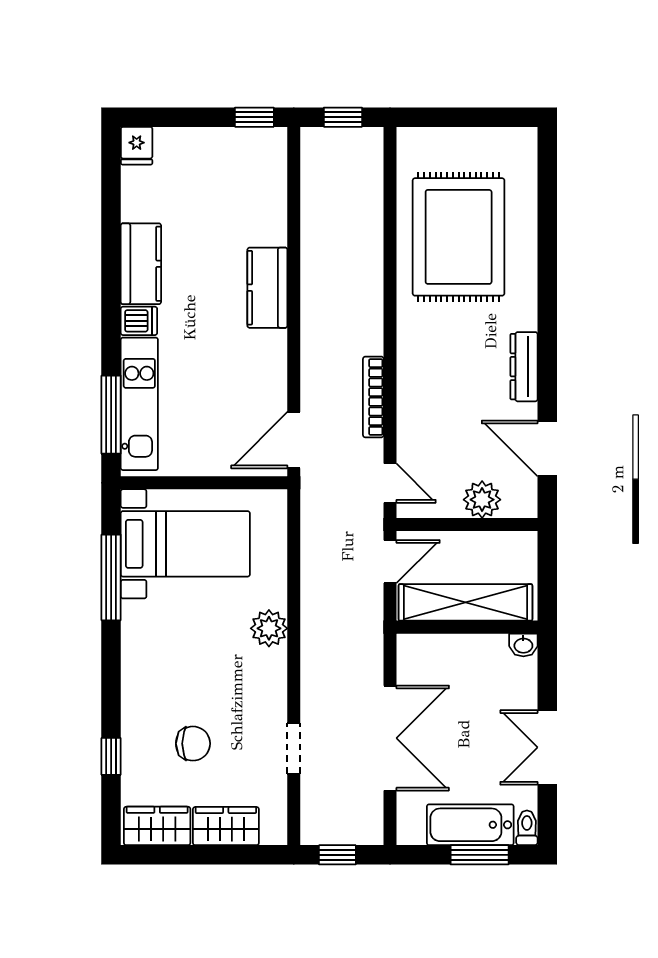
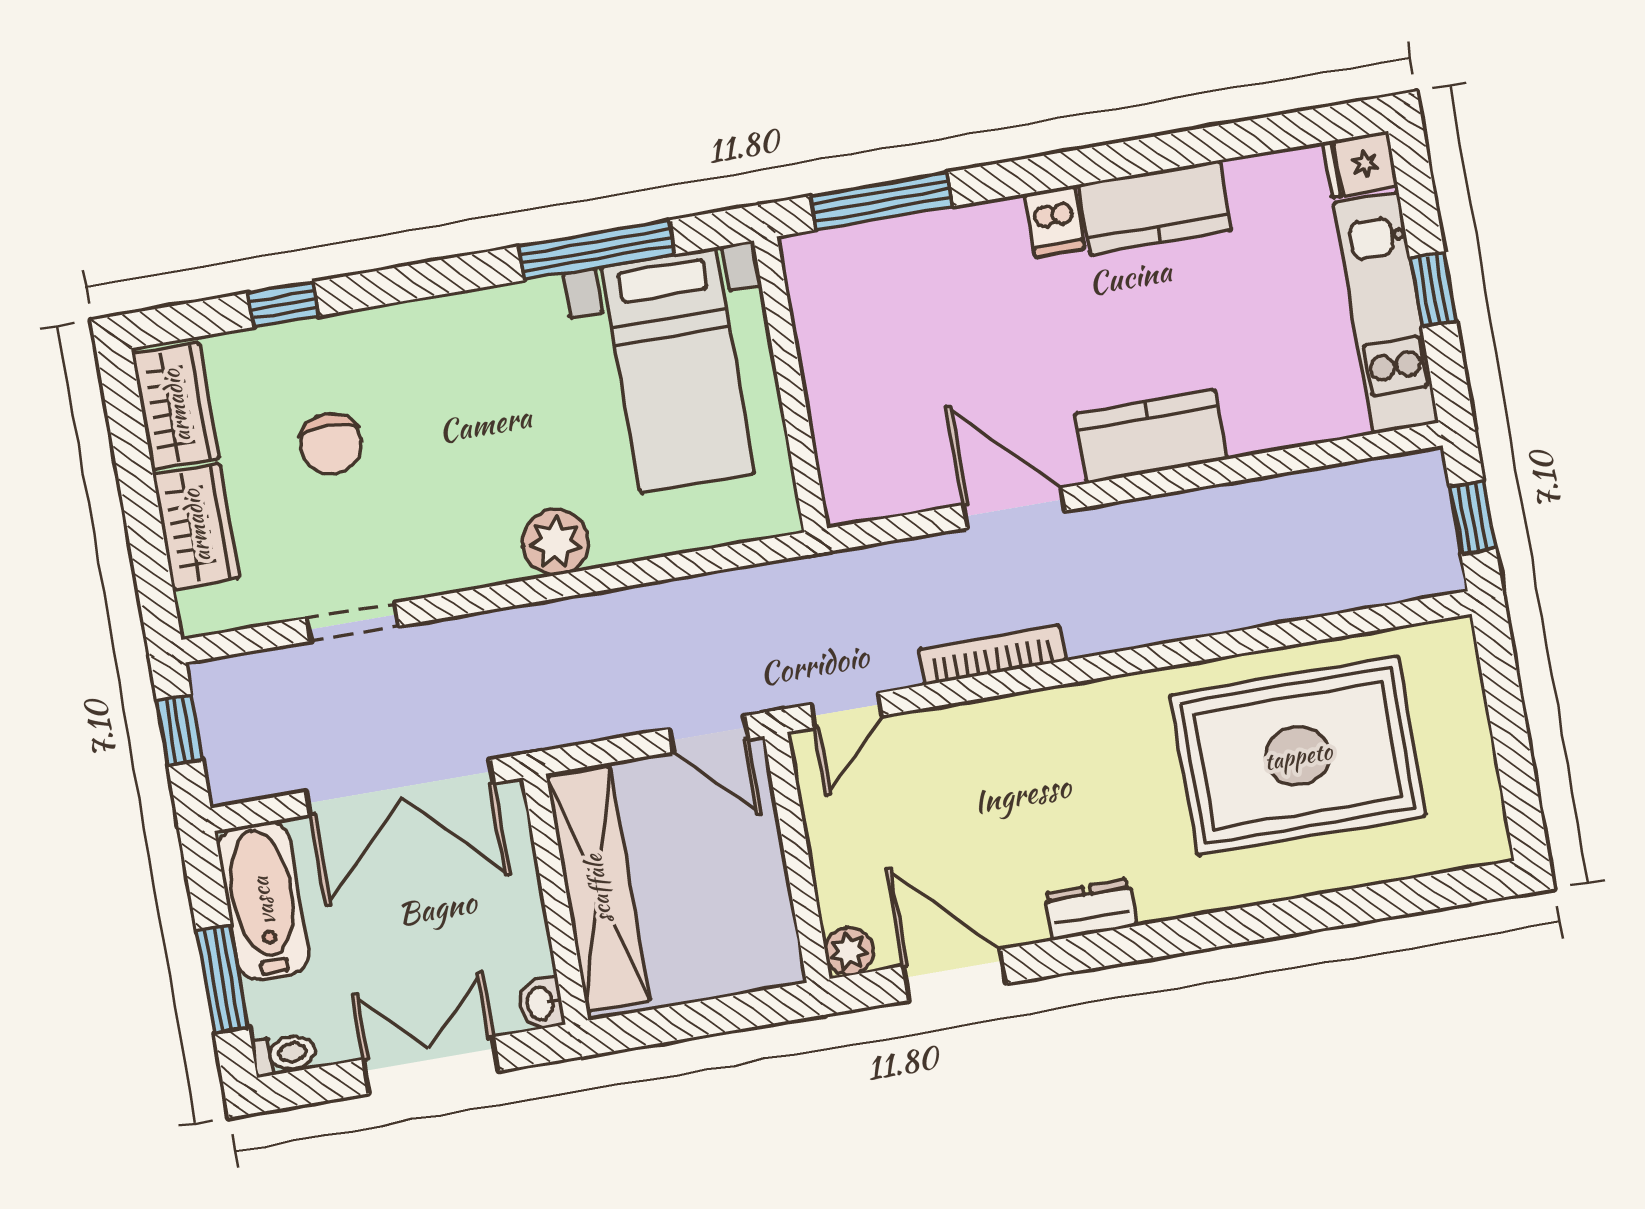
window: (254, 117) -> (1433, 290), moved
dresser: (524, 367) -> (1091, 910), width x0.70
kitchen unit: (139, 404) -> (1386, 313), moved, turned 90
door: (294, 440) -> (1014, 508), moved
door: (547, 448) -> (954, 975), hinge flipped
plant: (482, 500) -> (849, 951), moved, width x0.73, depth x0.73
shelving: (465, 602) -> (598, 889), moved
wall: (467, 627) -> (556, 899), moved
washbasin: (523, 645) -> (541, 1003), moved
bathtub: (470, 825) -> (263, 901), moved

